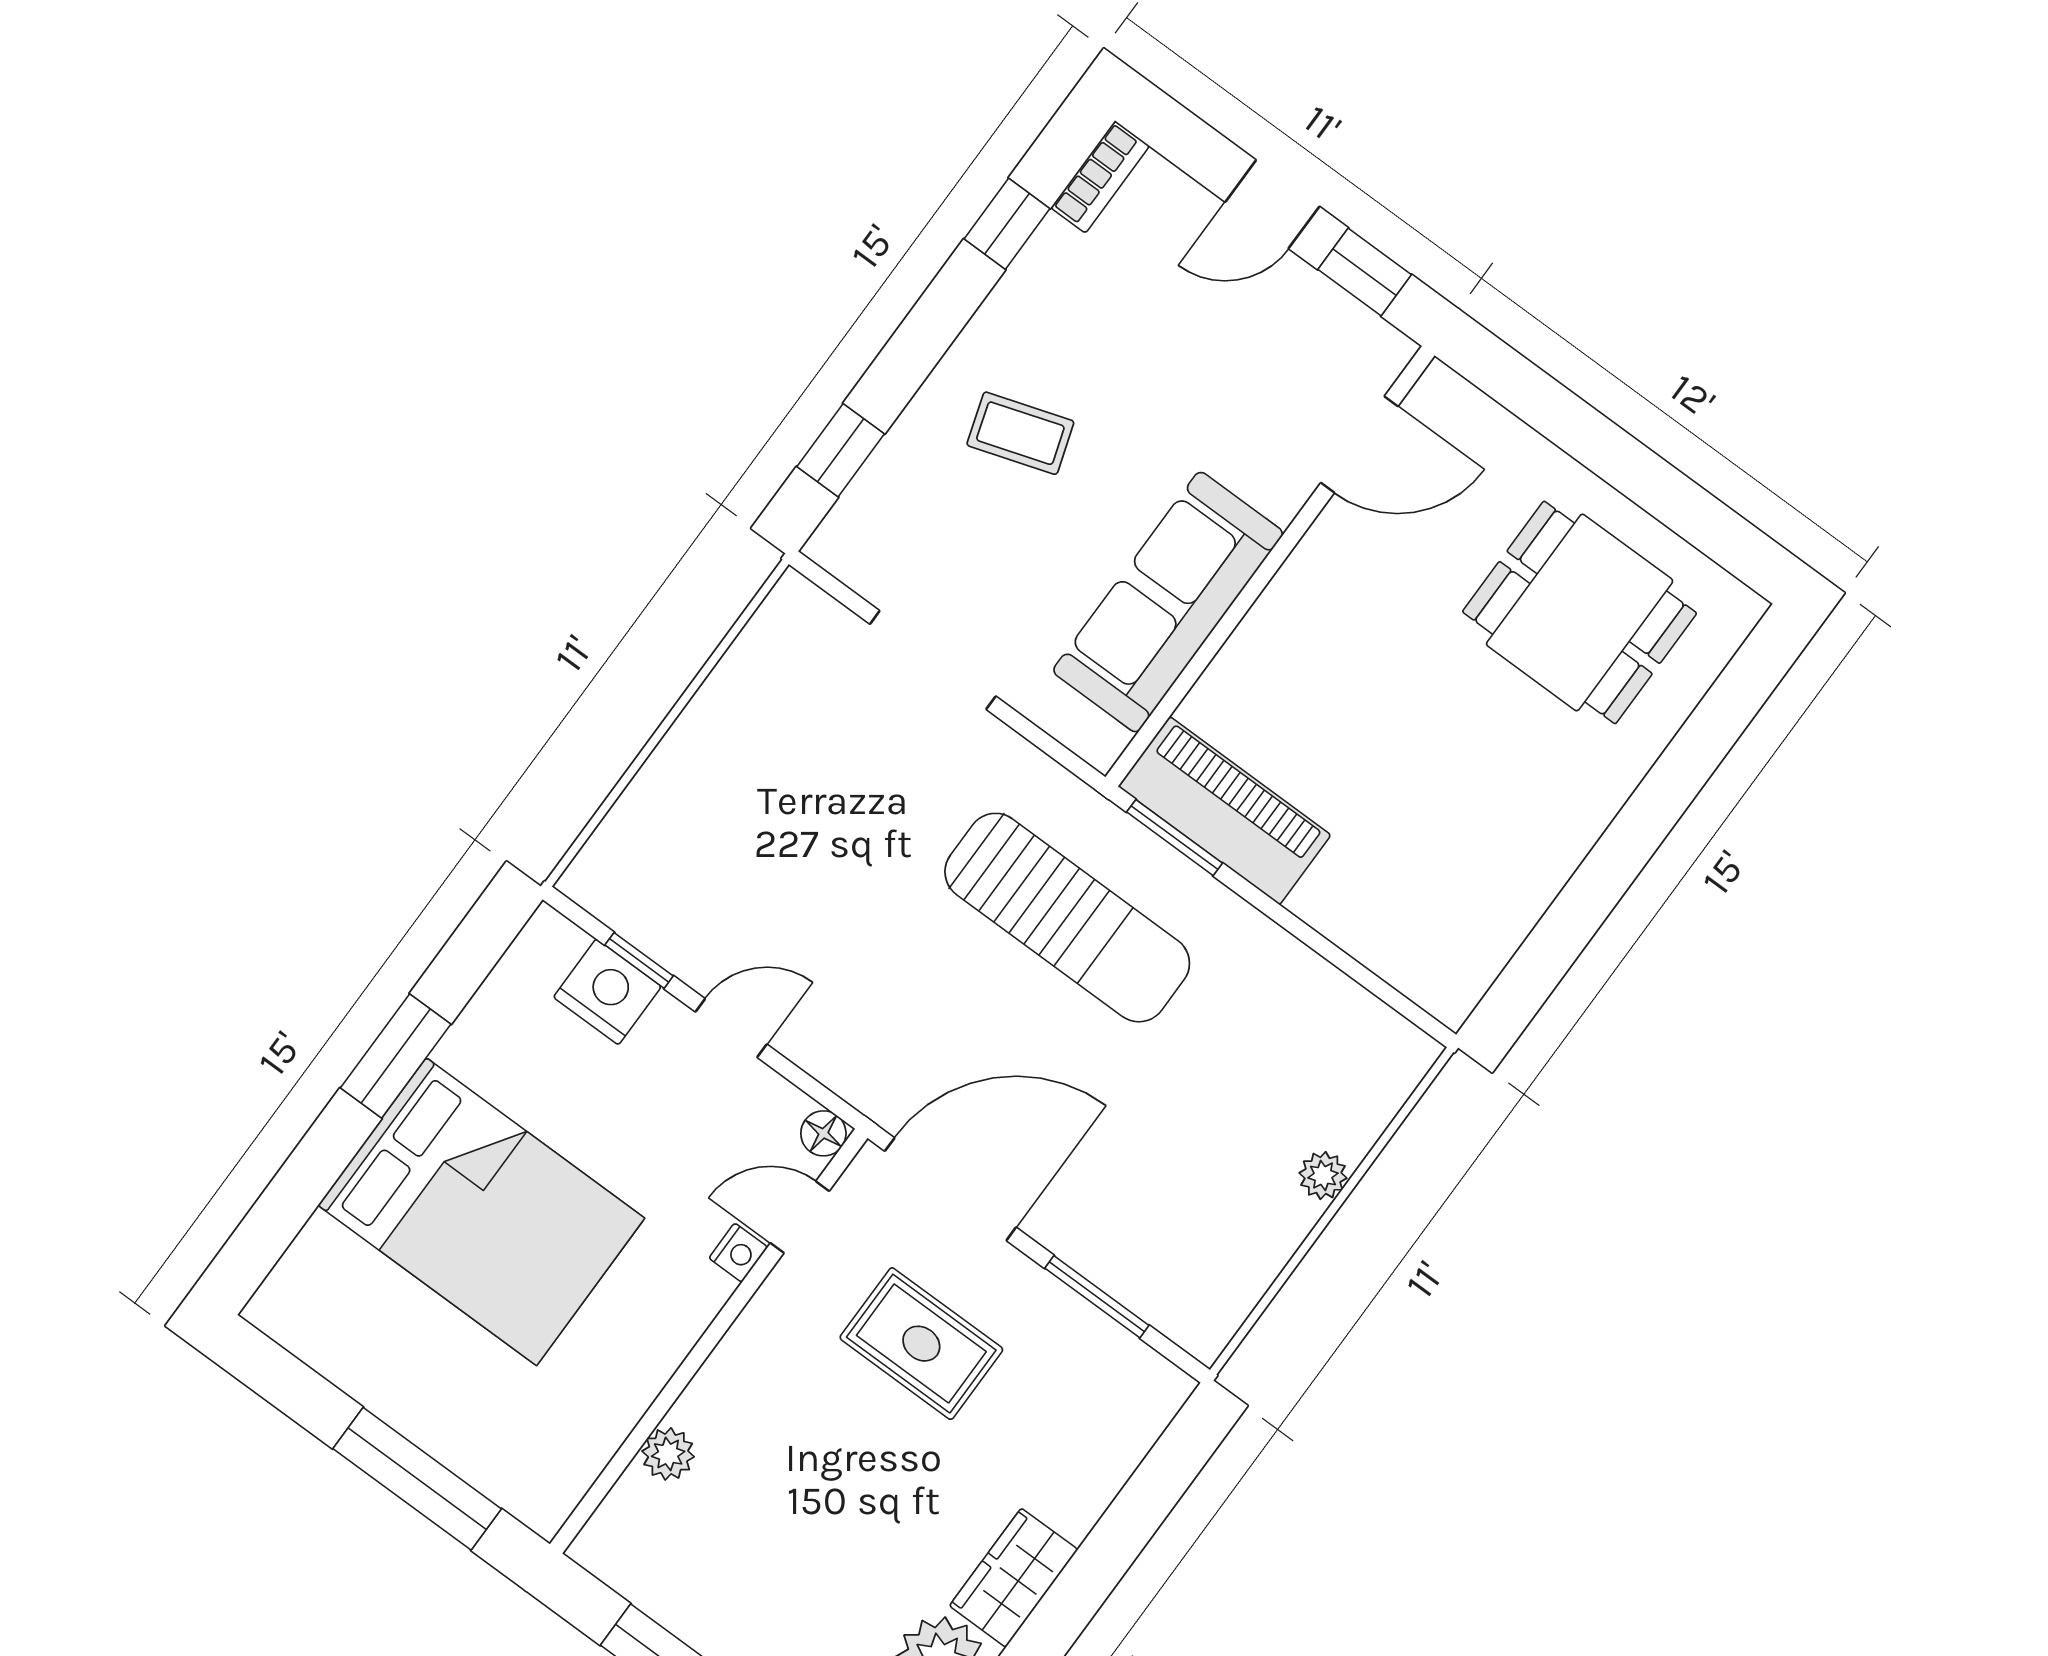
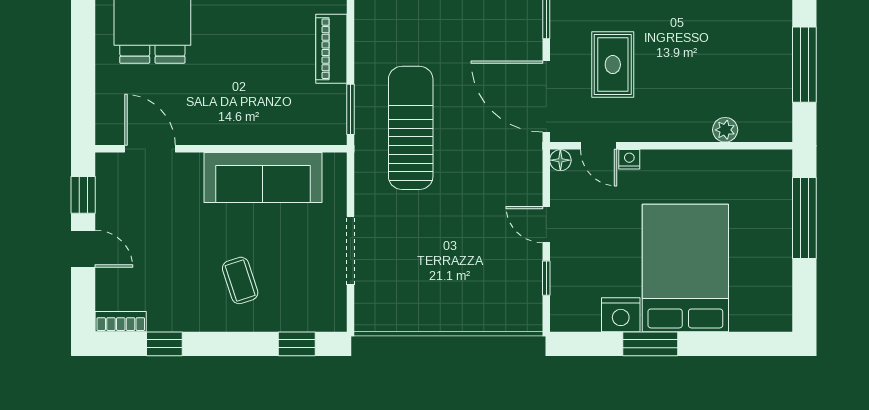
piano: (1224, 811) -> (331, 49), moved, width x0.73, depth x0.75
nightstand: (607, 992) -> (621, 315), moved, turned -90

